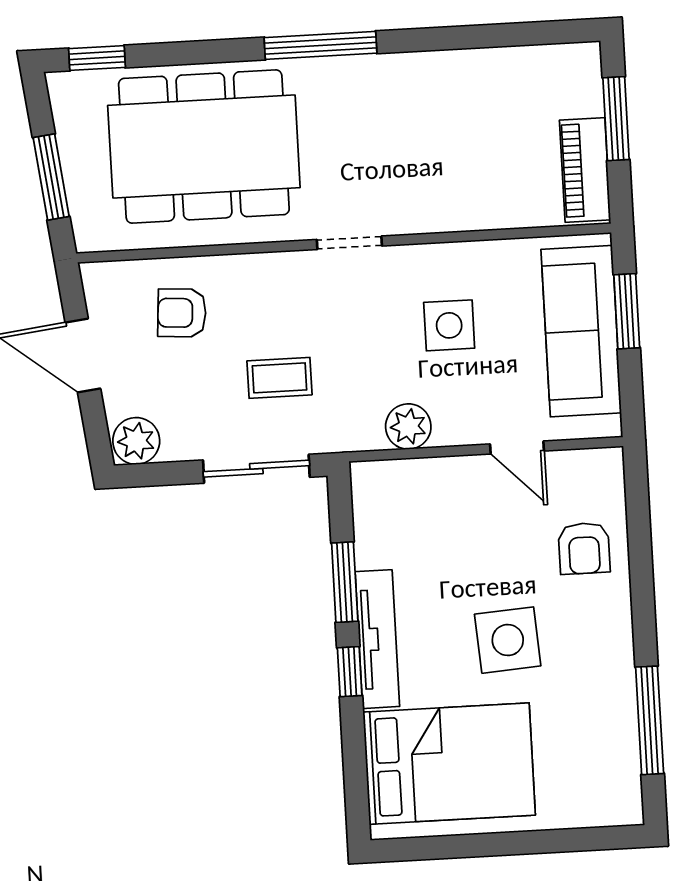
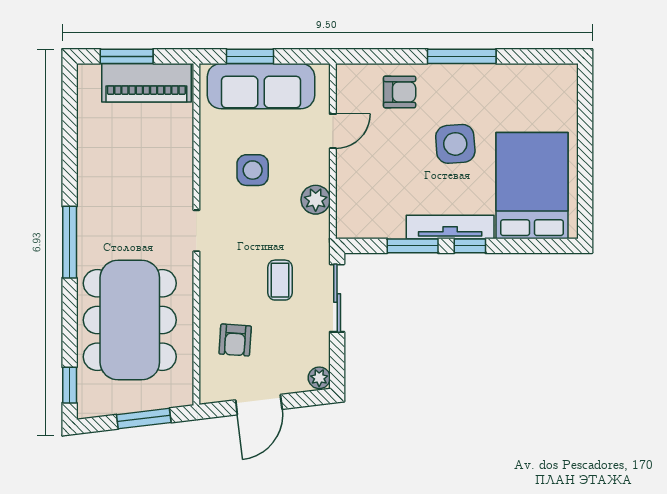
piano: (585, 170) -> (146, 83), width x1.37, depth x1.33
plant: (136, 441) -> (319, 378), width x0.73, depth x0.73
window: (650, 720) -> (462, 56), moved

